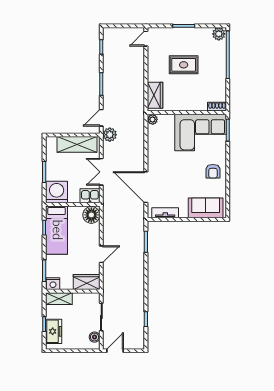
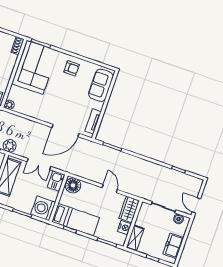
nightstand: (53, 284) -> (124, 228), moved
freezer: (54, 331) -> (173, 246), moved, turned -90

